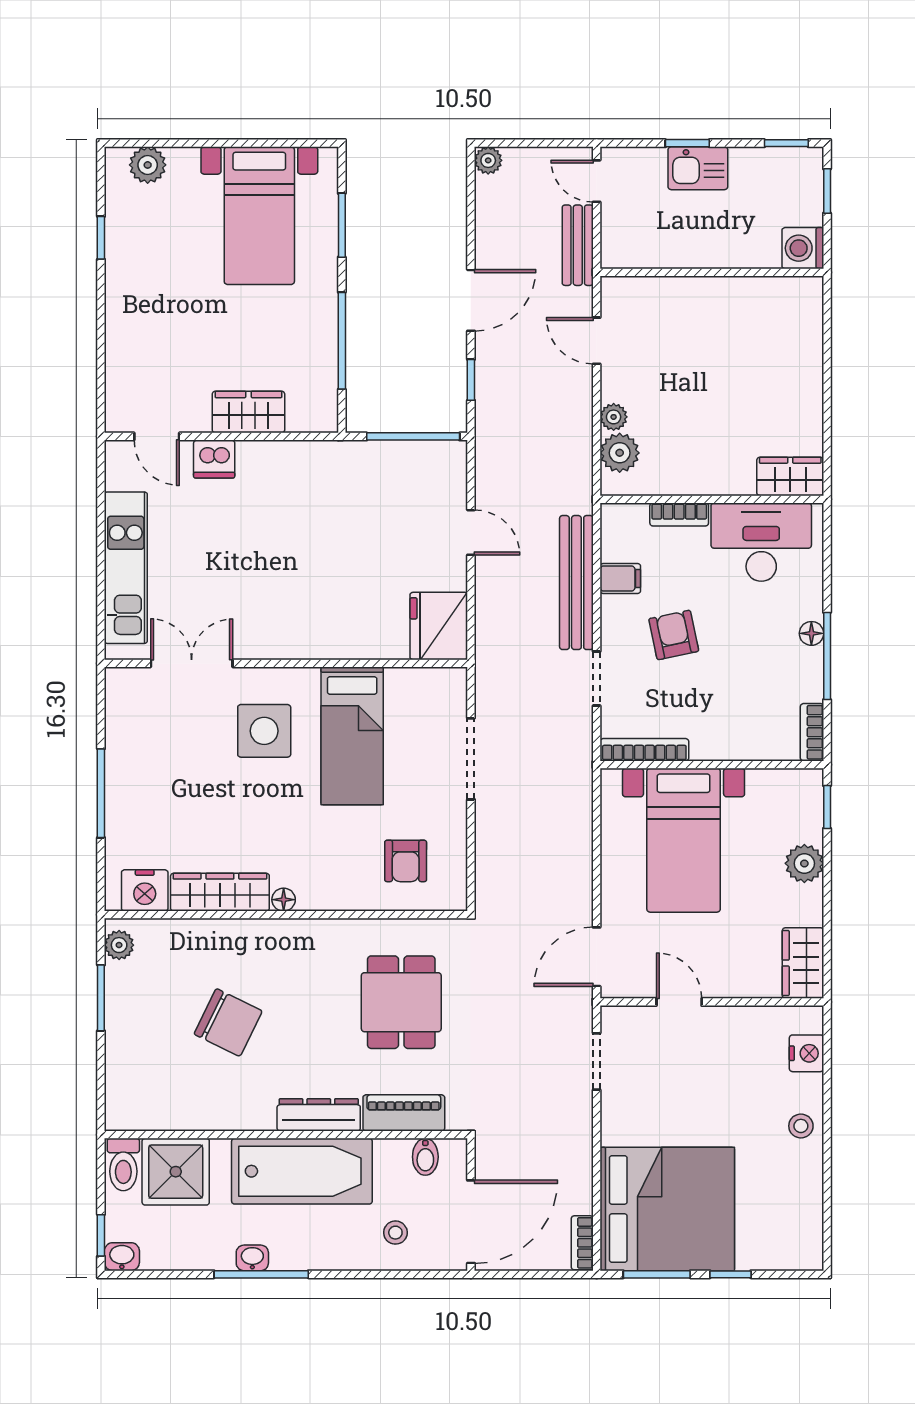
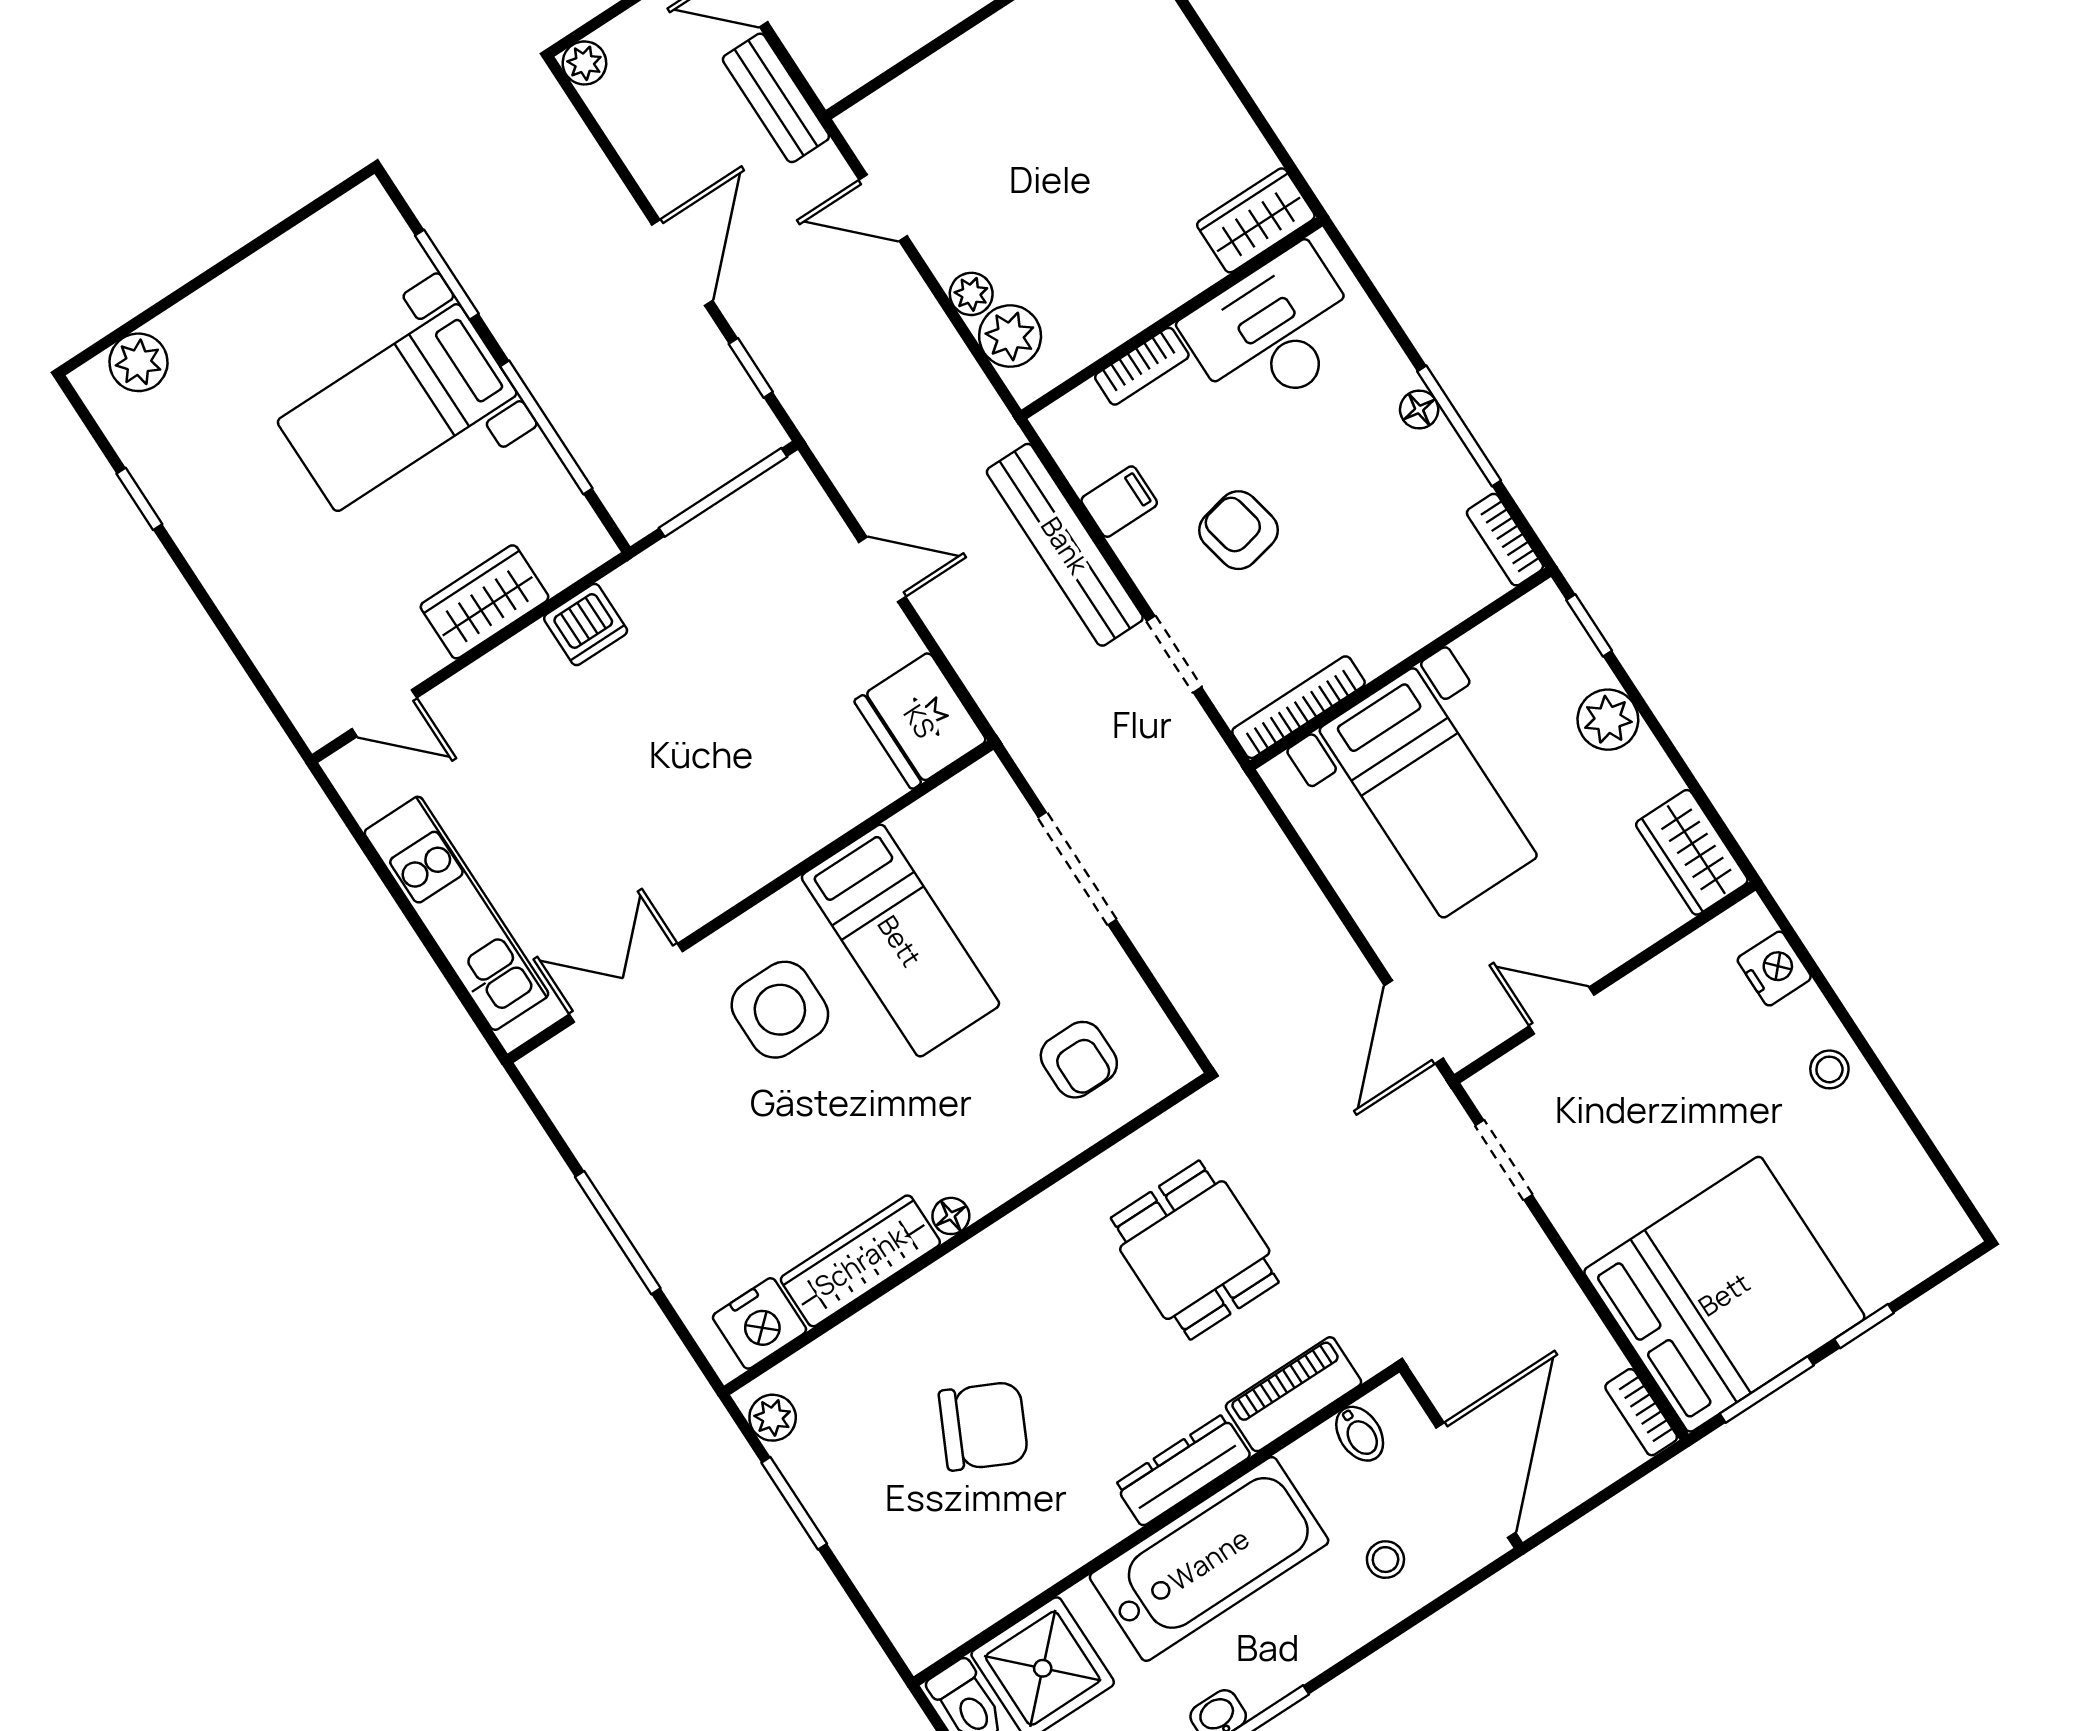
bed with nightstands: (259, 216) -> (397, 408), moved, turned 90
dishwasher: (214, 459) -> (586, 625), moved

